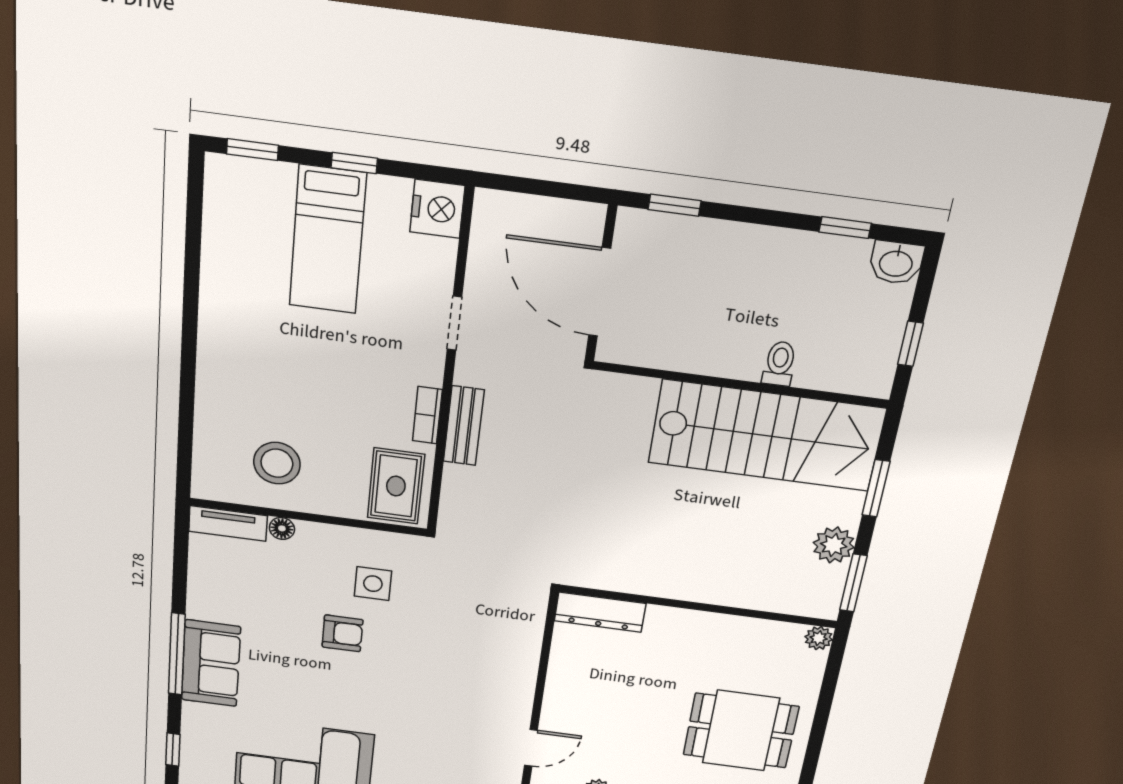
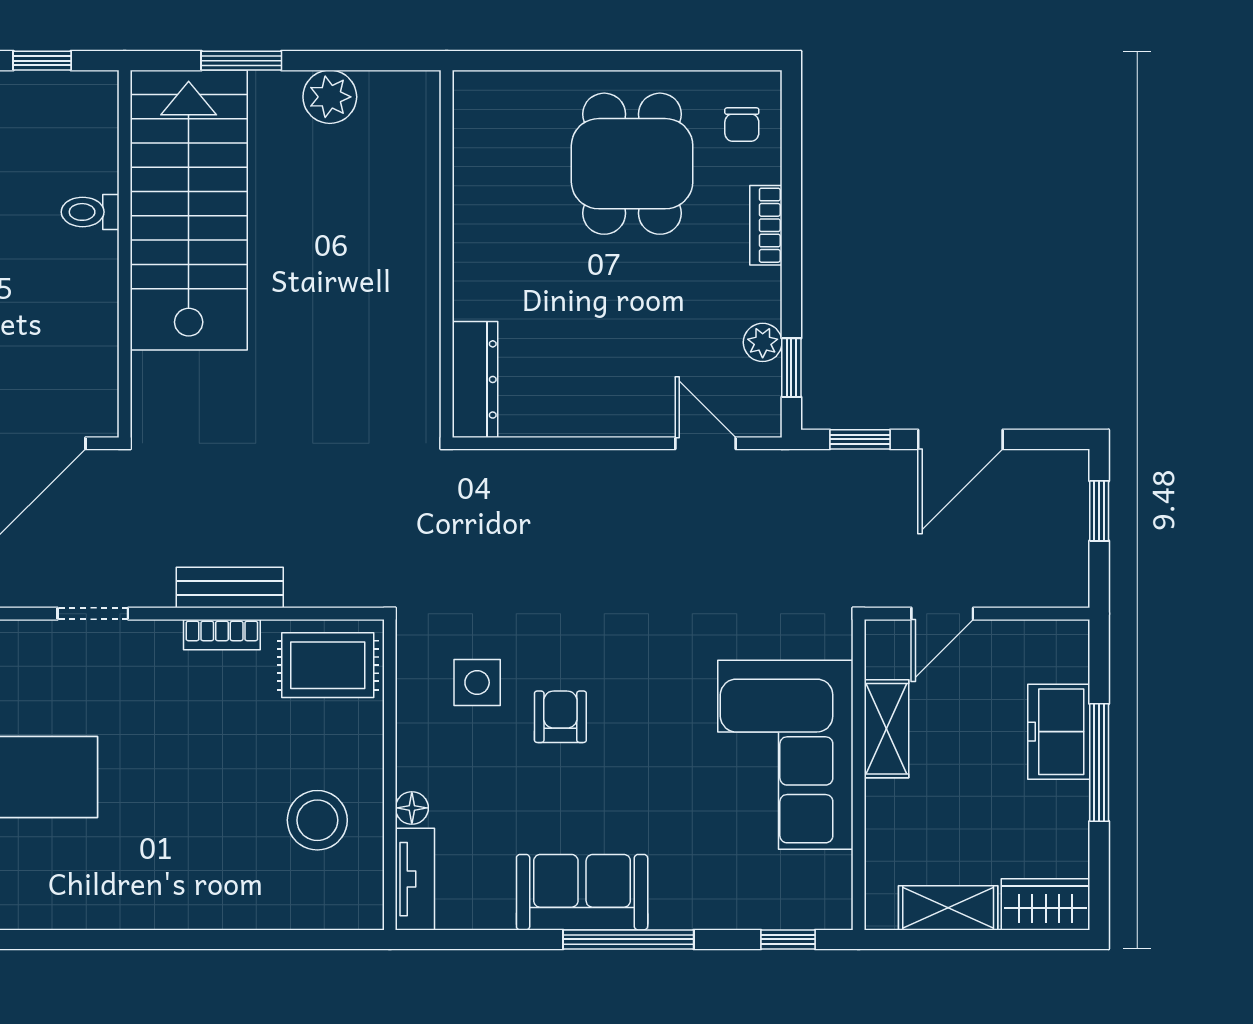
window: (853, 583) -> (381, 61), removed
plant: (819, 638) -> (471, 88), removed
sofa: (211, 663) -> (582, 892), moved

